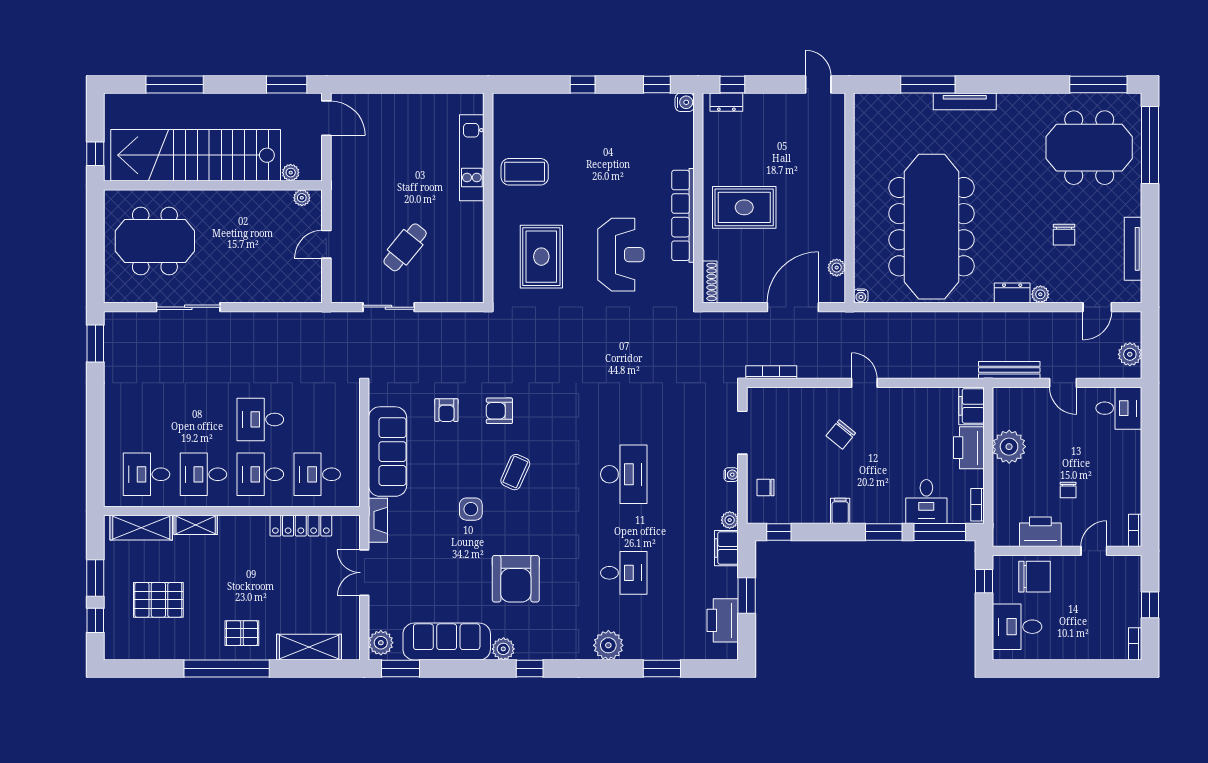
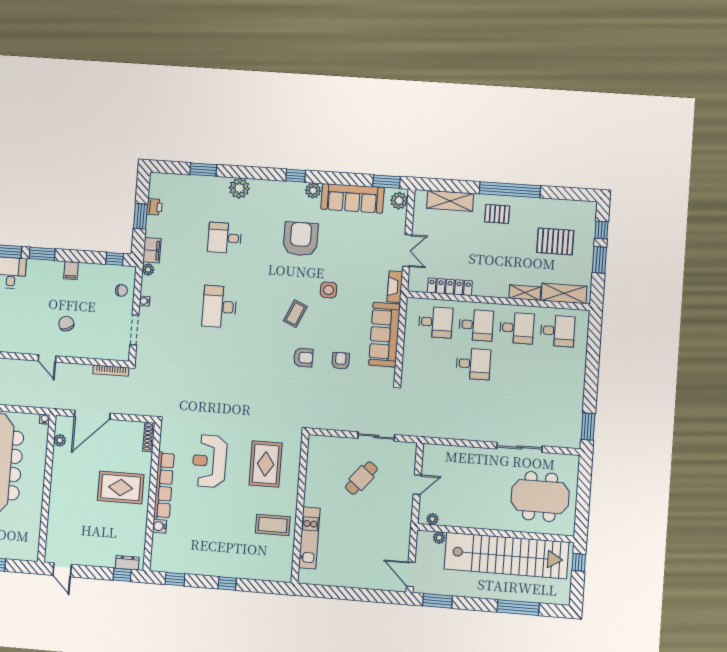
water cooler: (685, 102) -> (159, 526), moved
chair: (841, 434) -> (66, 324), turned -62
printer: (723, 620) -> (154, 207), width x0.53, depth x0.68

